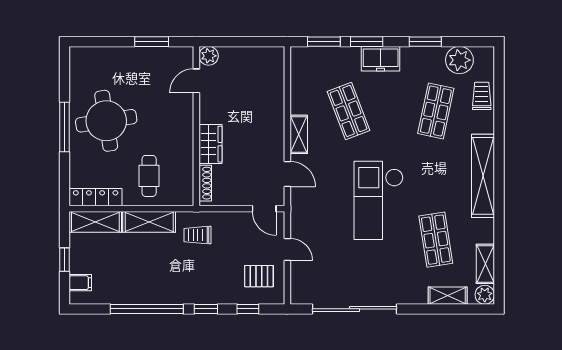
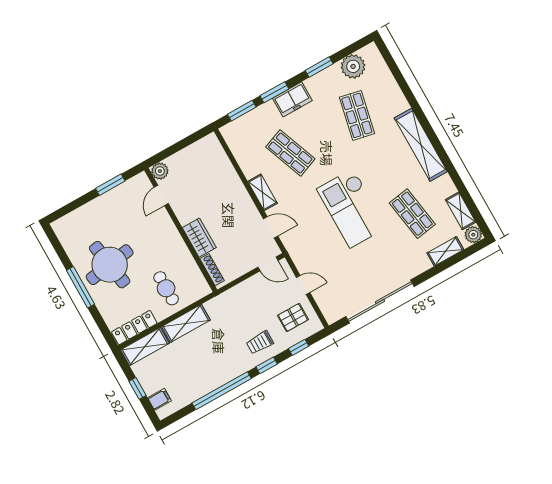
trolley: (482, 96) -> (385, 84), removed
trolley: (197, 235) -> (260, 342), moved

